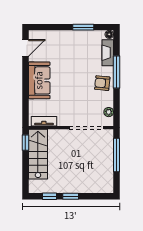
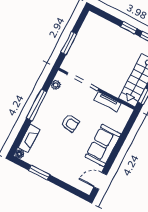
window: (116, 72) -> (37, 105), moved
armchair: (102, 83) -> (70, 123), moved
tv unit: (44, 121) -> (108, 102), moved
window: (116, 155) -> (69, 43), width x0.69

